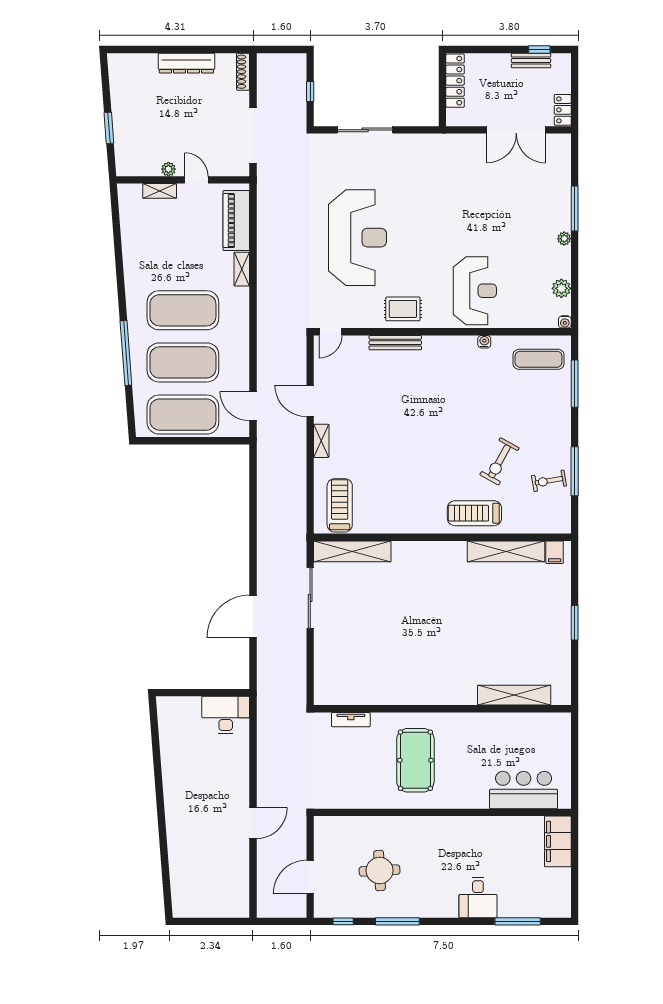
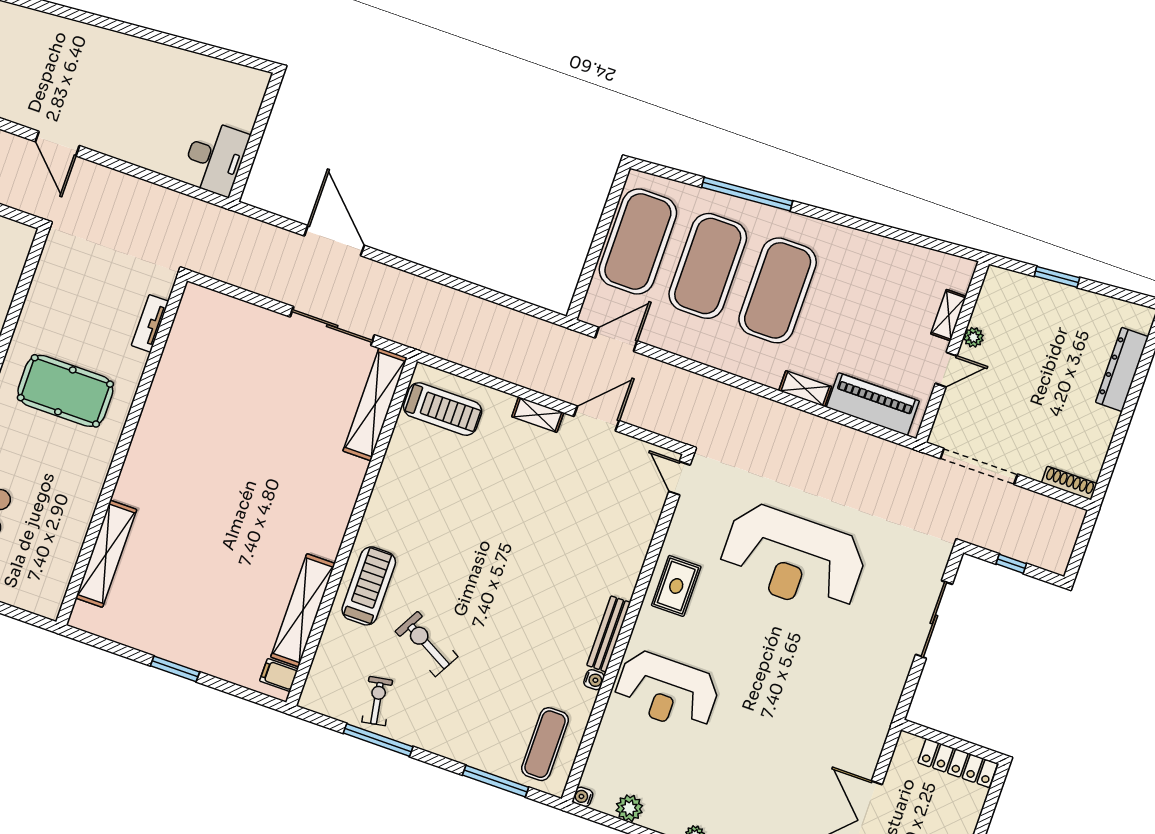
dresser: (186, 63) -> (1122, 369), moved
bench: (395, 343) -> (609, 634), moved

